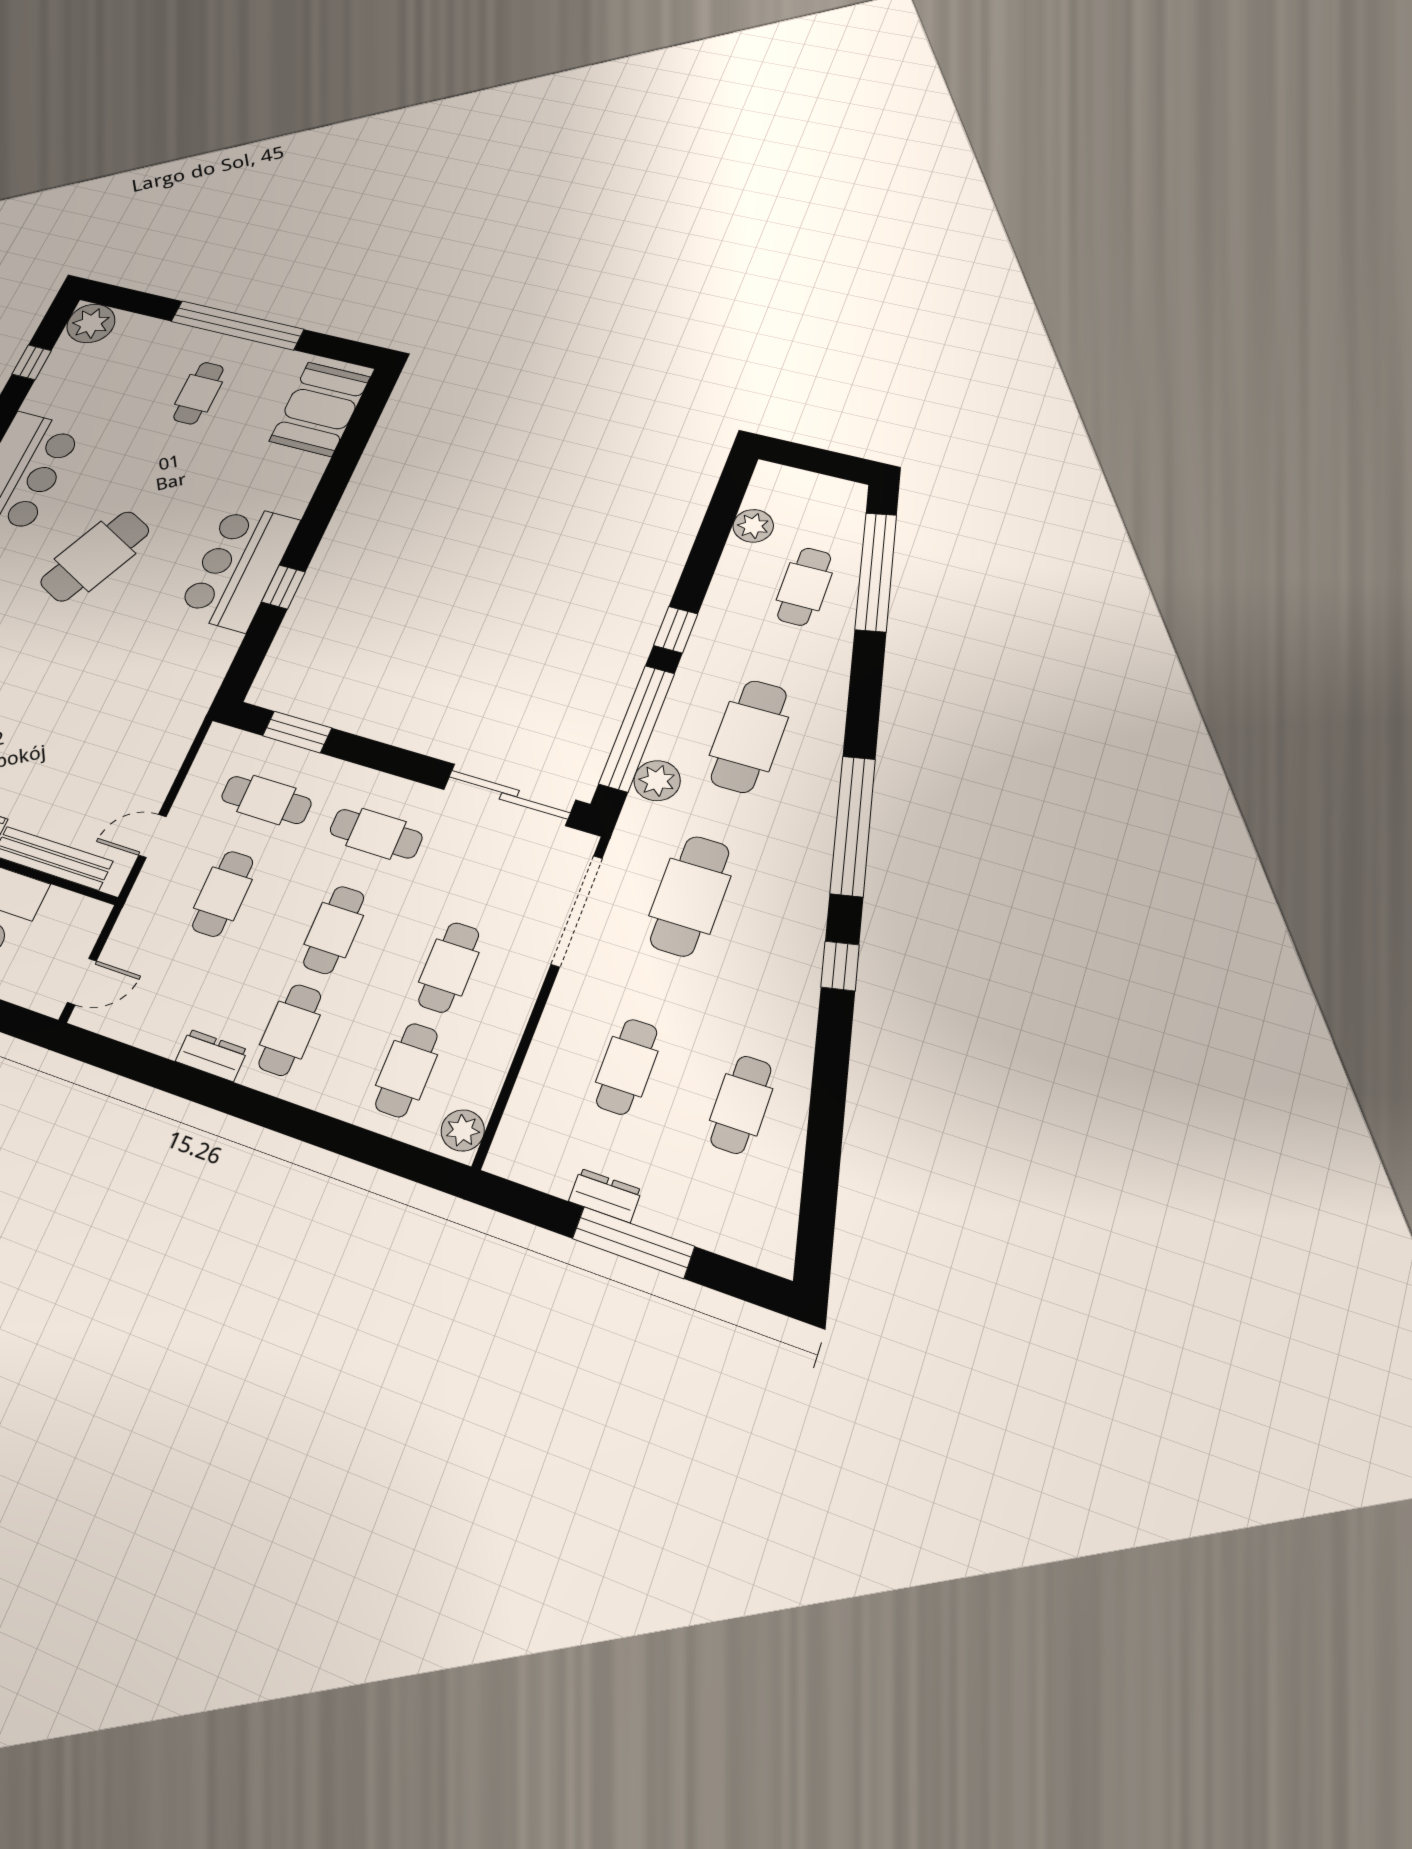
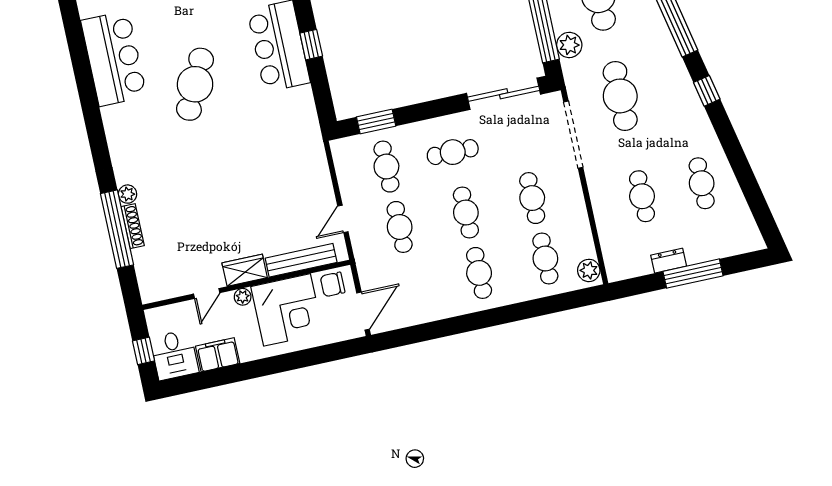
cafe table: (266, 800) -> (386, 167), turned 90
chair: (69, 918) -> (333, 284), added
door: (82, 982) -> (363, 311), width x1.38
dresser: (211, 1055) -> (451, 307), removed

